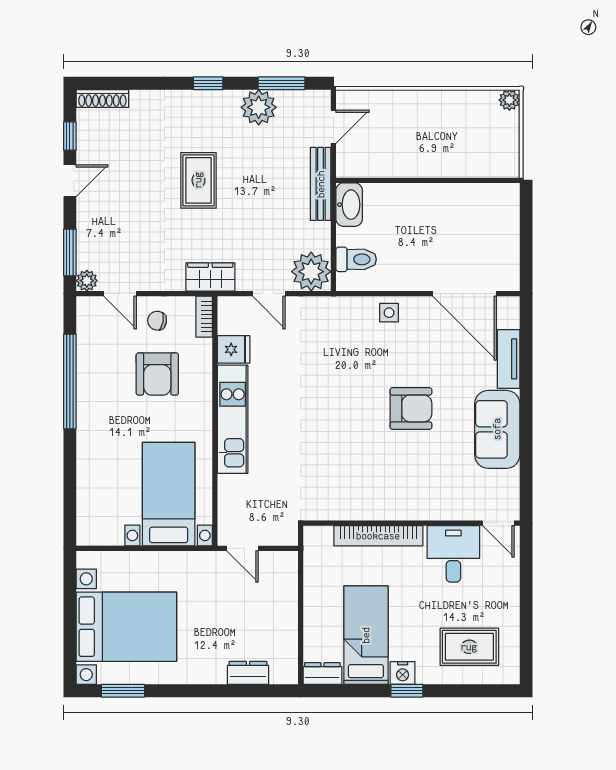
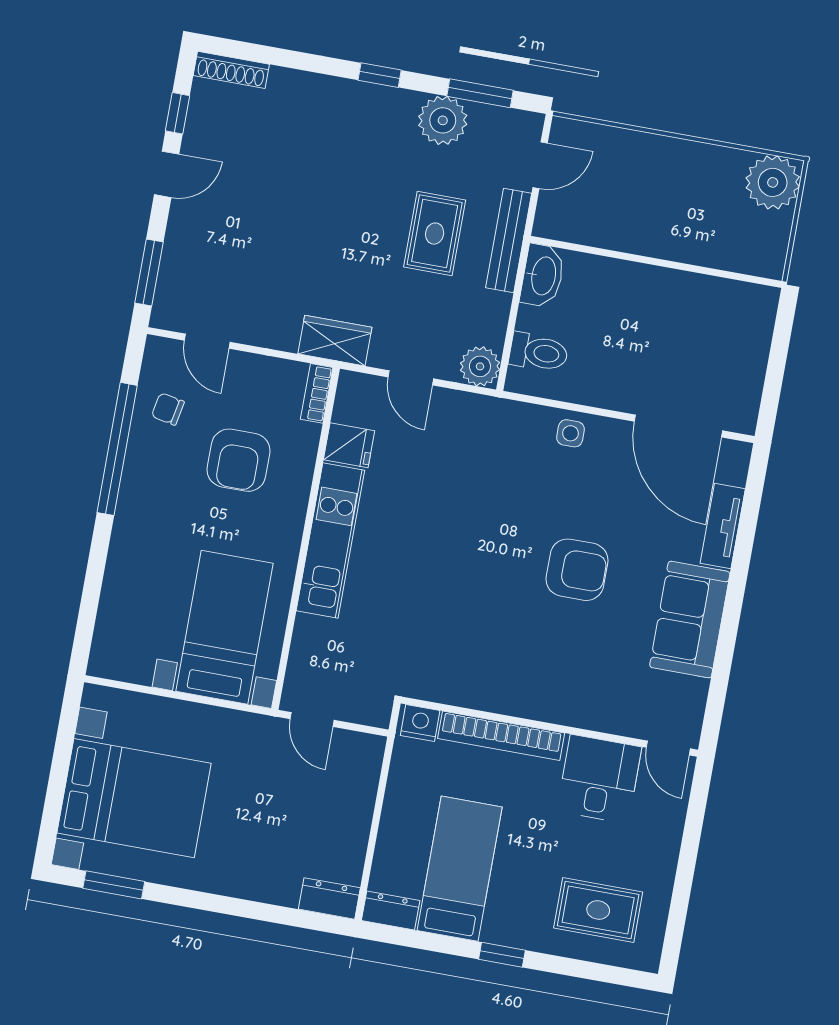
plant: (509, 100) -> (773, 182), width x1.88, depth x1.88
rug: (198, 180) -> (435, 234), moved
plant: (311, 272) -> (480, 366), width x0.73, depth x0.73
plant: (87, 281) -> (165, 315), removed
chair: (157, 321) -> (168, 409), moved
dresser: (248, 673) -> (329, 898), moved
nightstand: (403, 673) -> (420, 723), moved, turned 180

